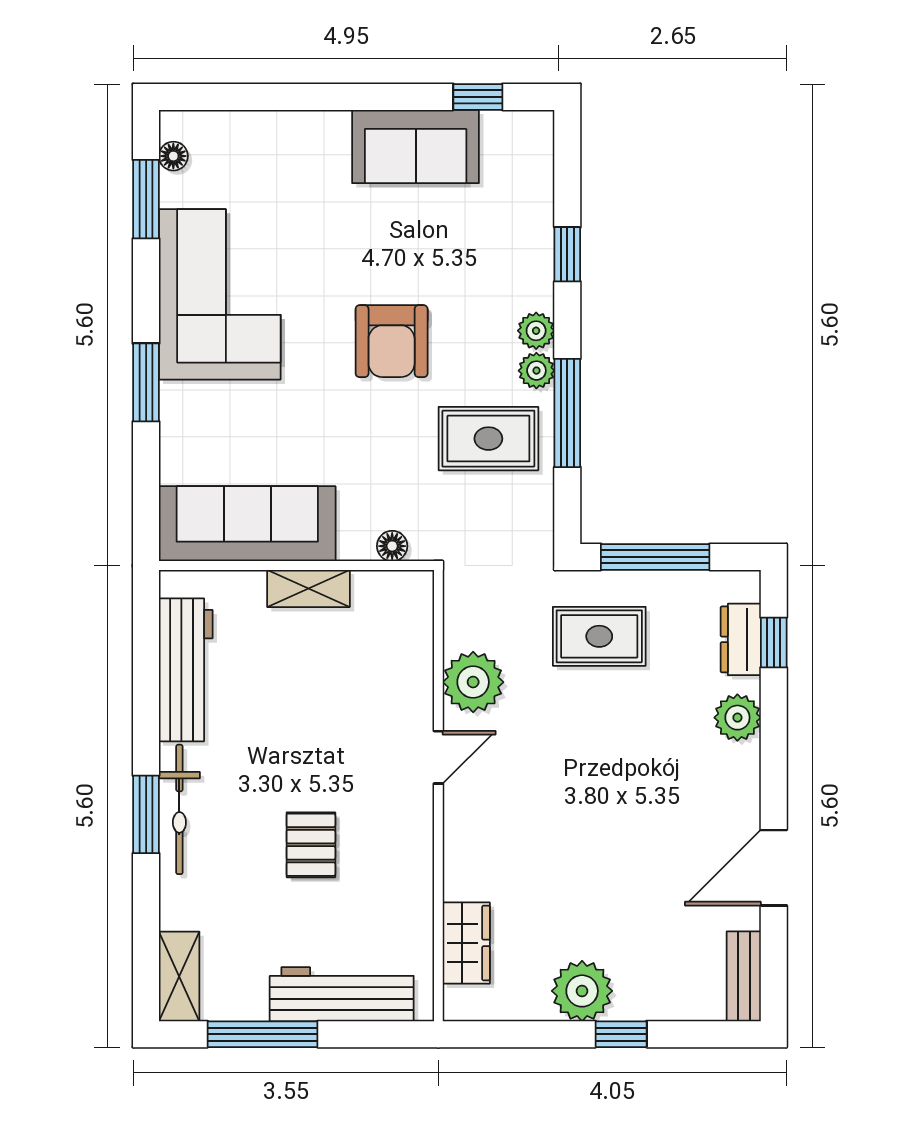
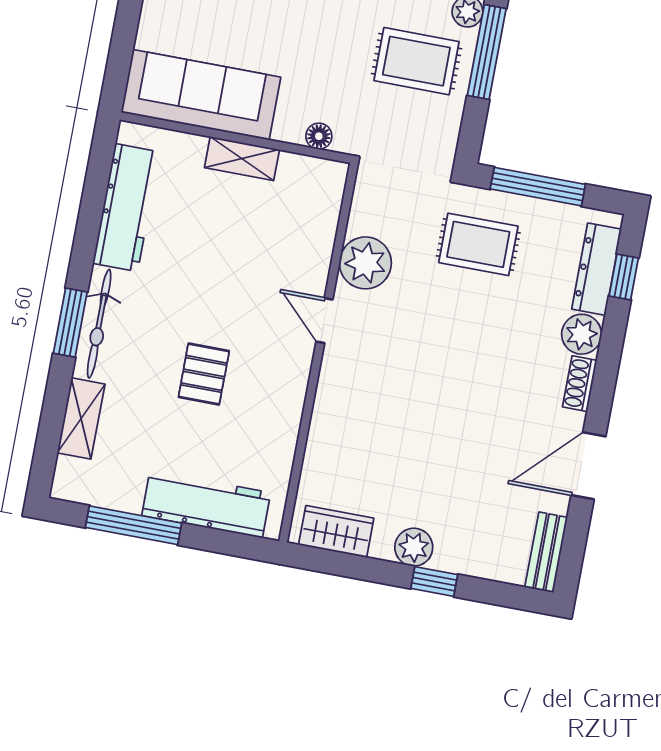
dresser: (741, 639) -> (597, 269), width x1.44
door: (438, 757) -> (324, 321), swing flipped
shoe rack: (746, 775) -> (580, 384), added
wardrobe: (466, 943) -> (336, 532), moved, turned -90
shelving: (179, 976) -> (81, 418), moved
plant: (582, 991) -> (414, 547), width x0.73, depth x0.73

